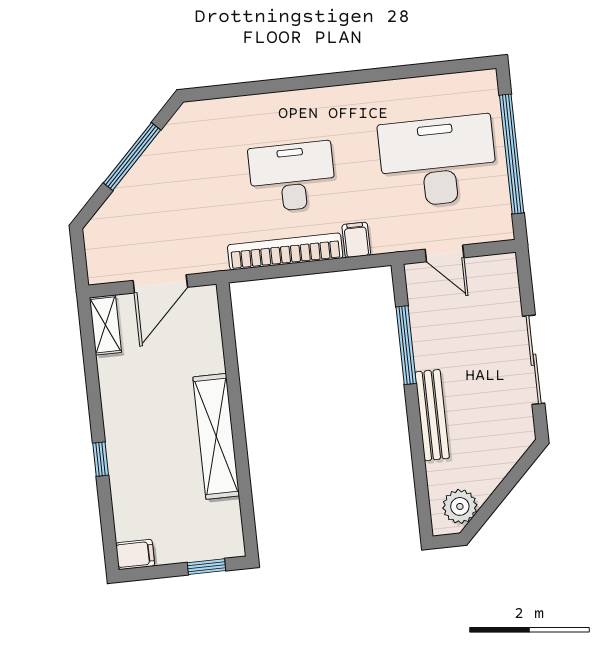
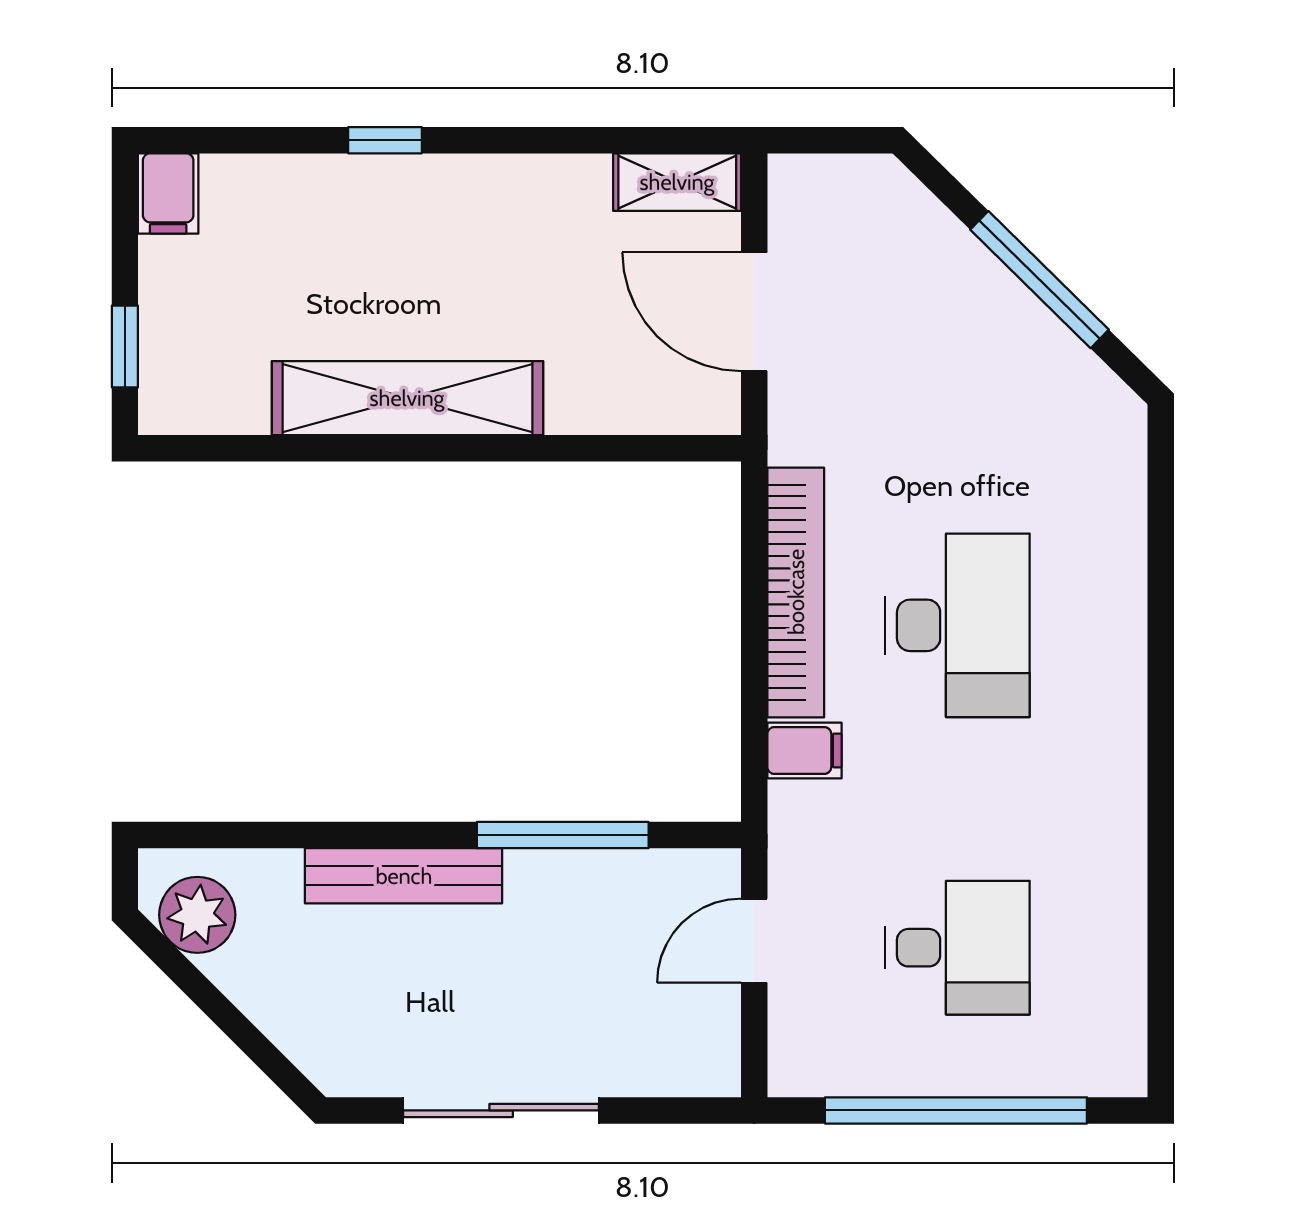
desk: (438, 161) -> (958, 948), width x0.53, depth x0.77

